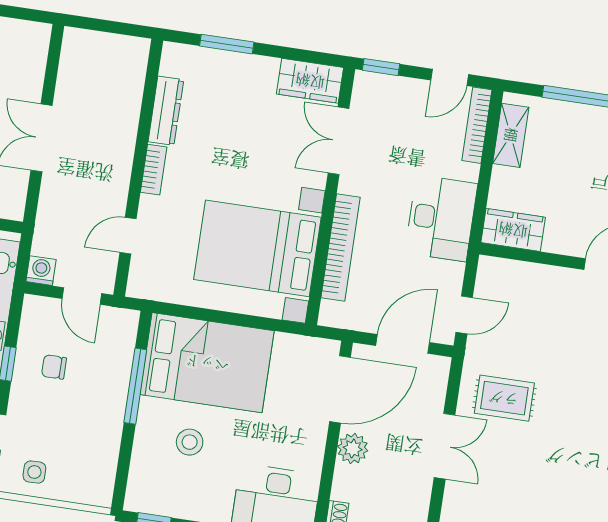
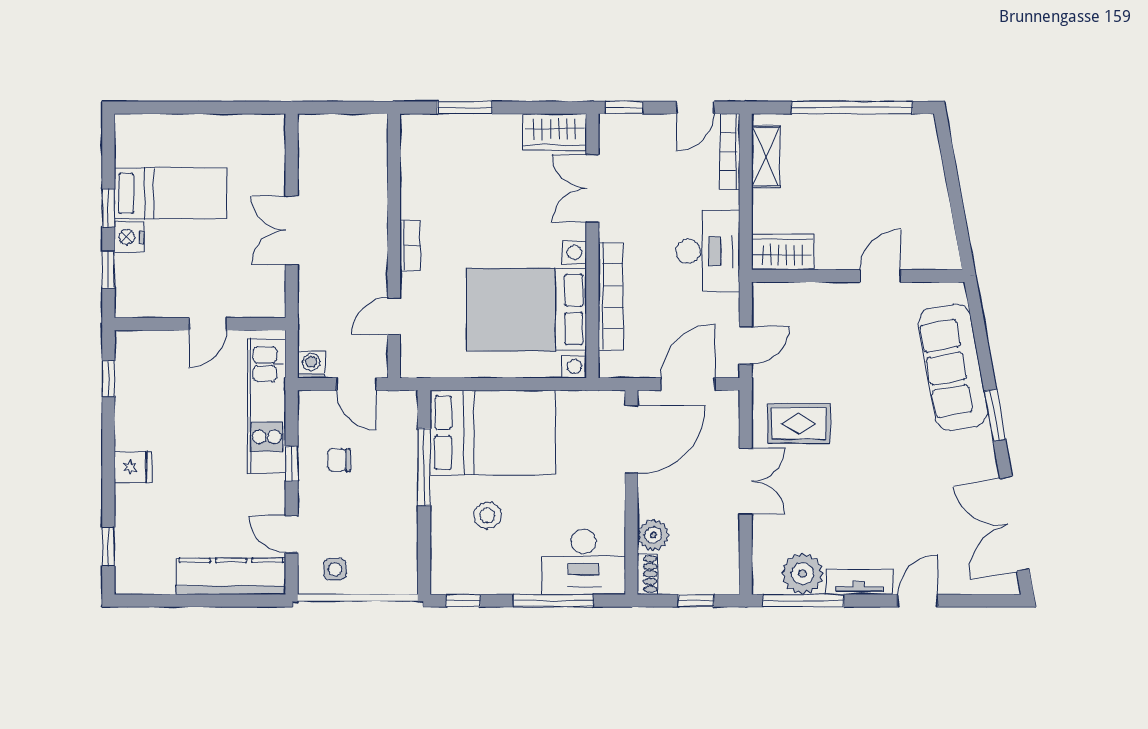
dresser: (166, 111) -> (413, 184), removed
plant: (353, 449) -> (653, 535), moved

